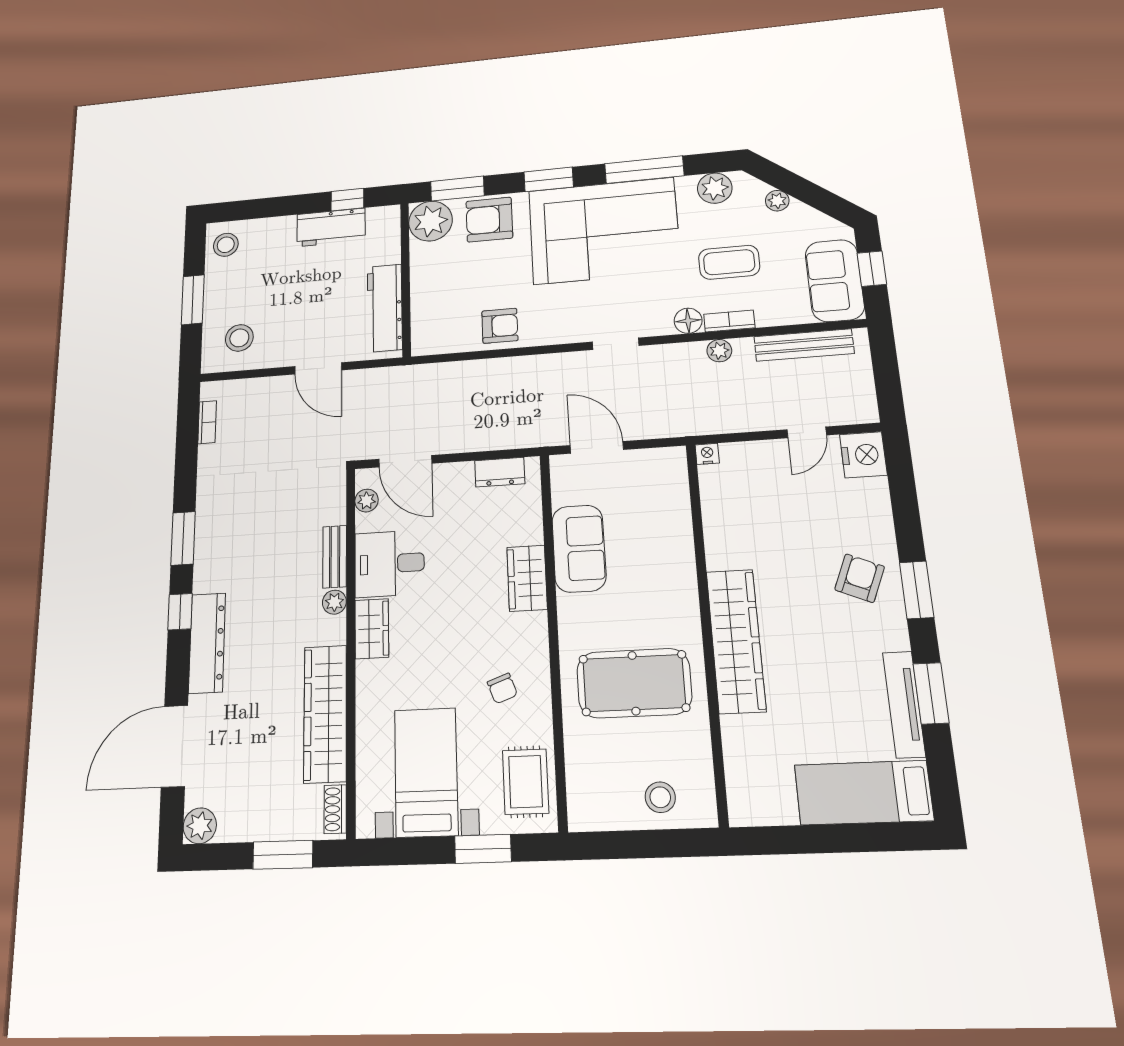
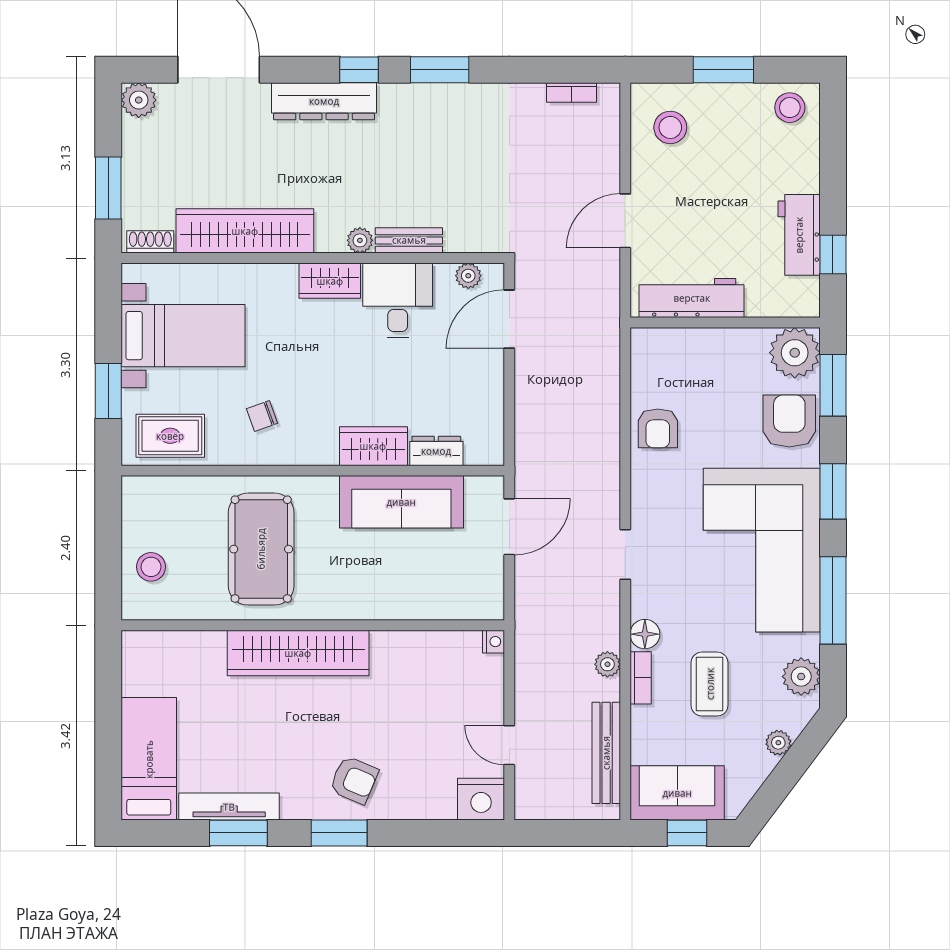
dresser: (500, 472) -> (436, 451), moved, turned 90
sofa: (579, 548) -> (401, 502), width x1.36

